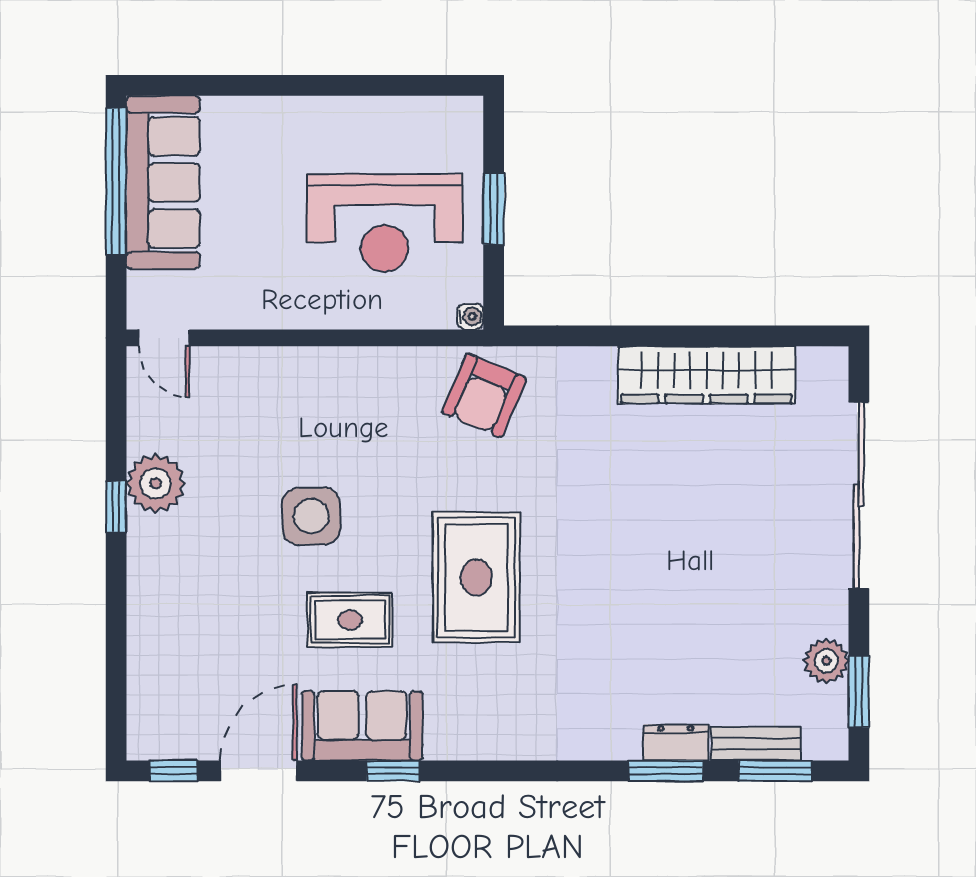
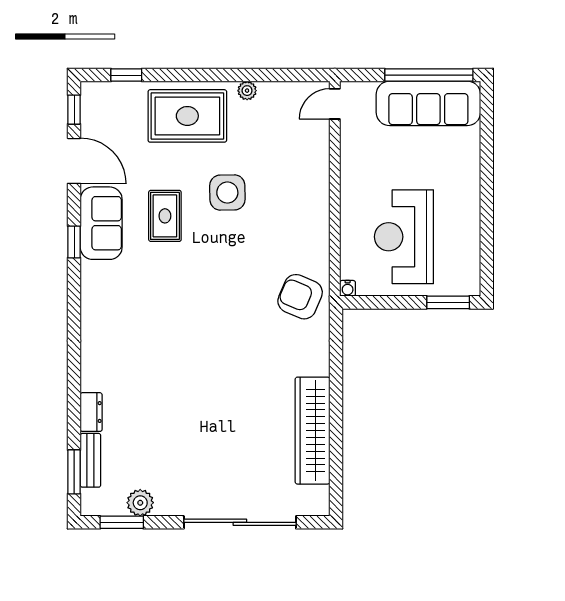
window: (494, 209) -> (448, 302), moved
plant: (156, 483) -> (247, 91), width x0.53, depth x0.53
window: (116, 507) -> (126, 75), moved
rug: (476, 577) -> (187, 116), moved
window: (666, 771) -> (74, 406), removed

